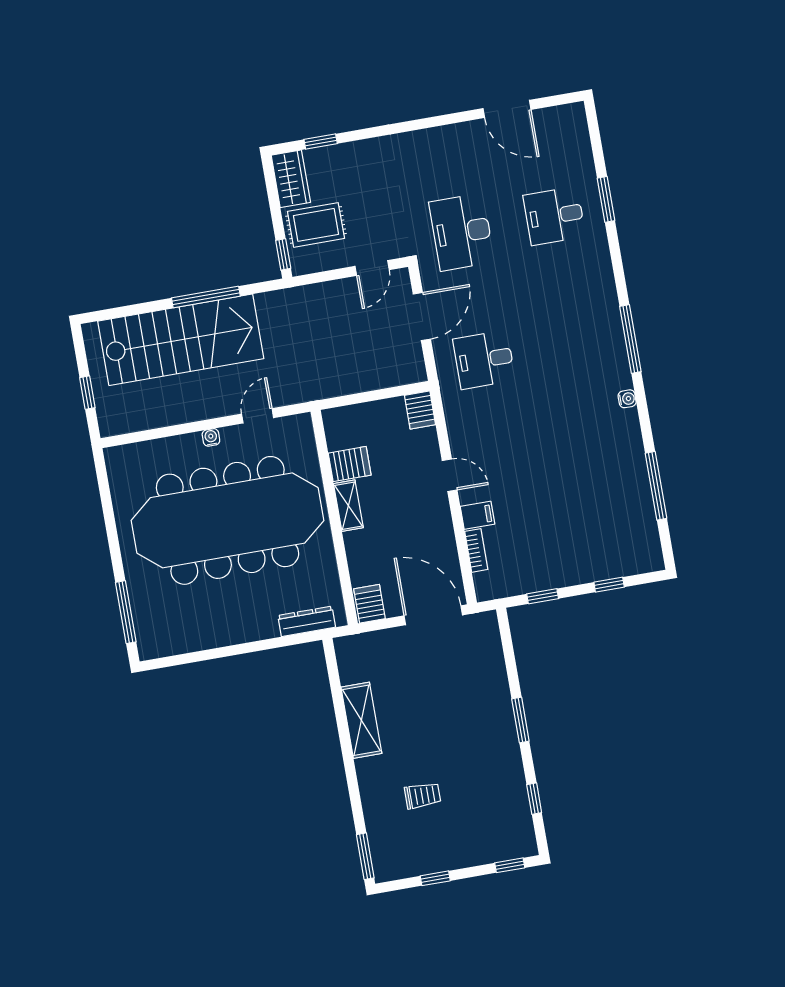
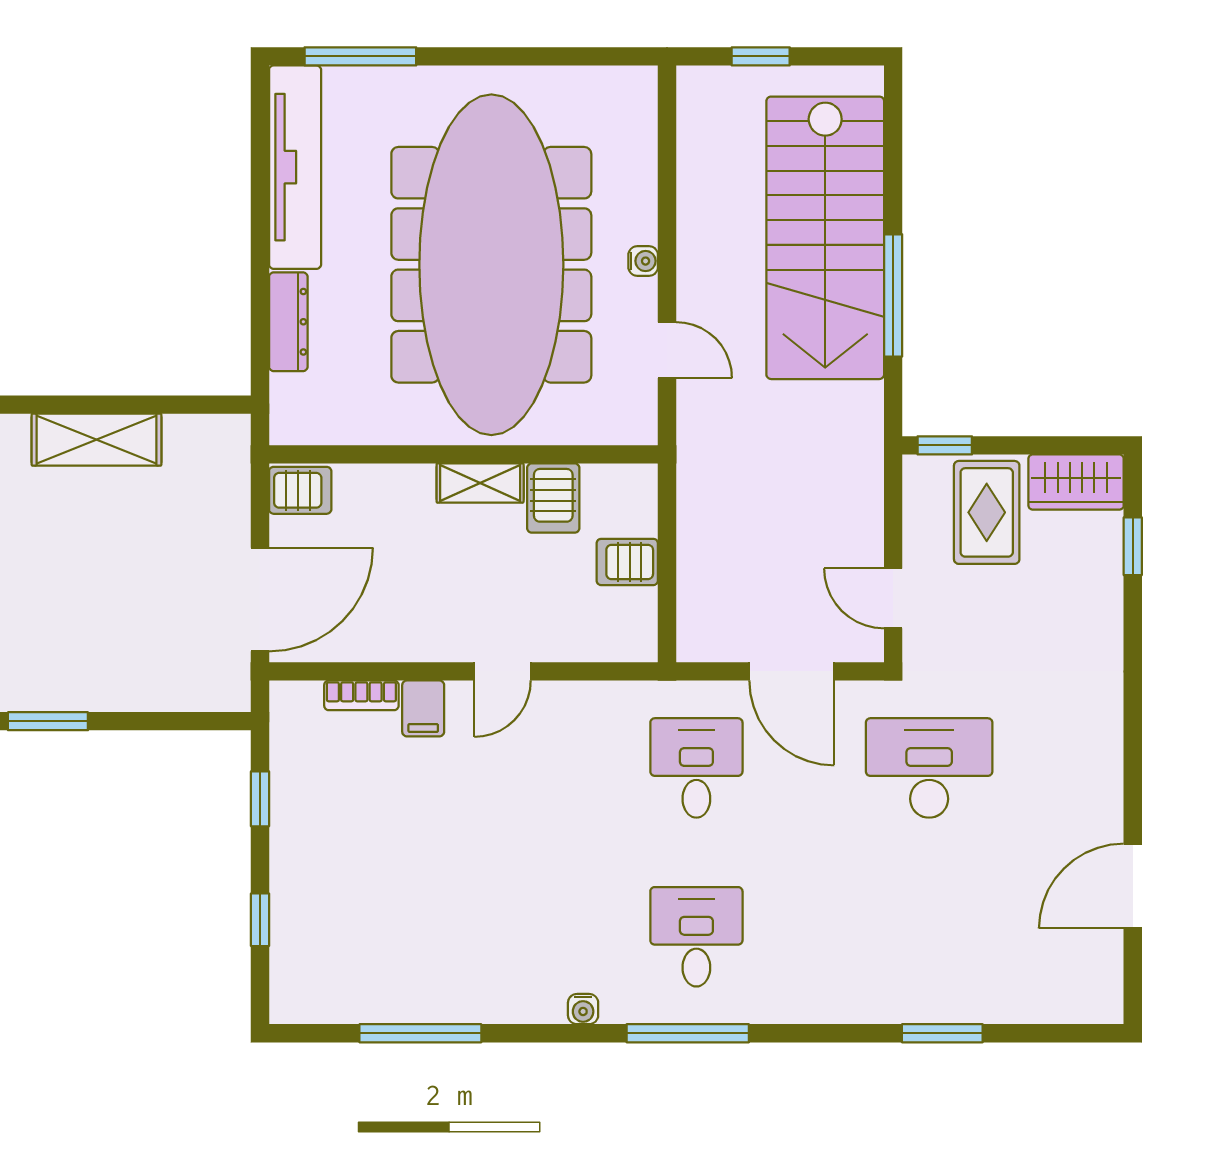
desk: (554, 216) -> (696, 937), moved
server rack: (420, 410) -> (627, 562), moved
dresser: (307, 621) -> (288, 322), moved
tv unit: (193, 637) -> (295, 167), added

